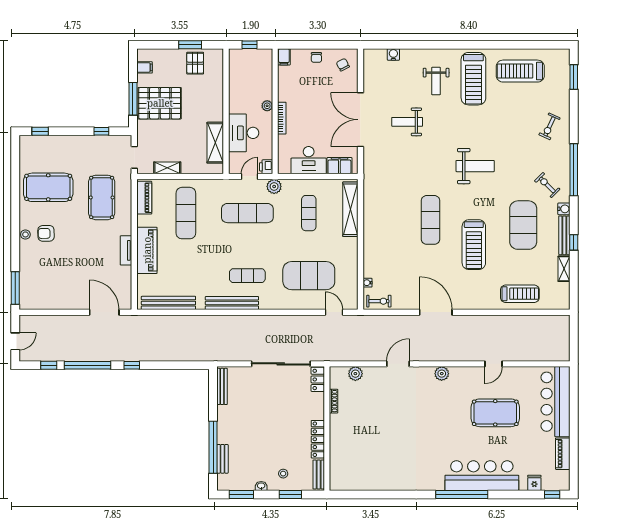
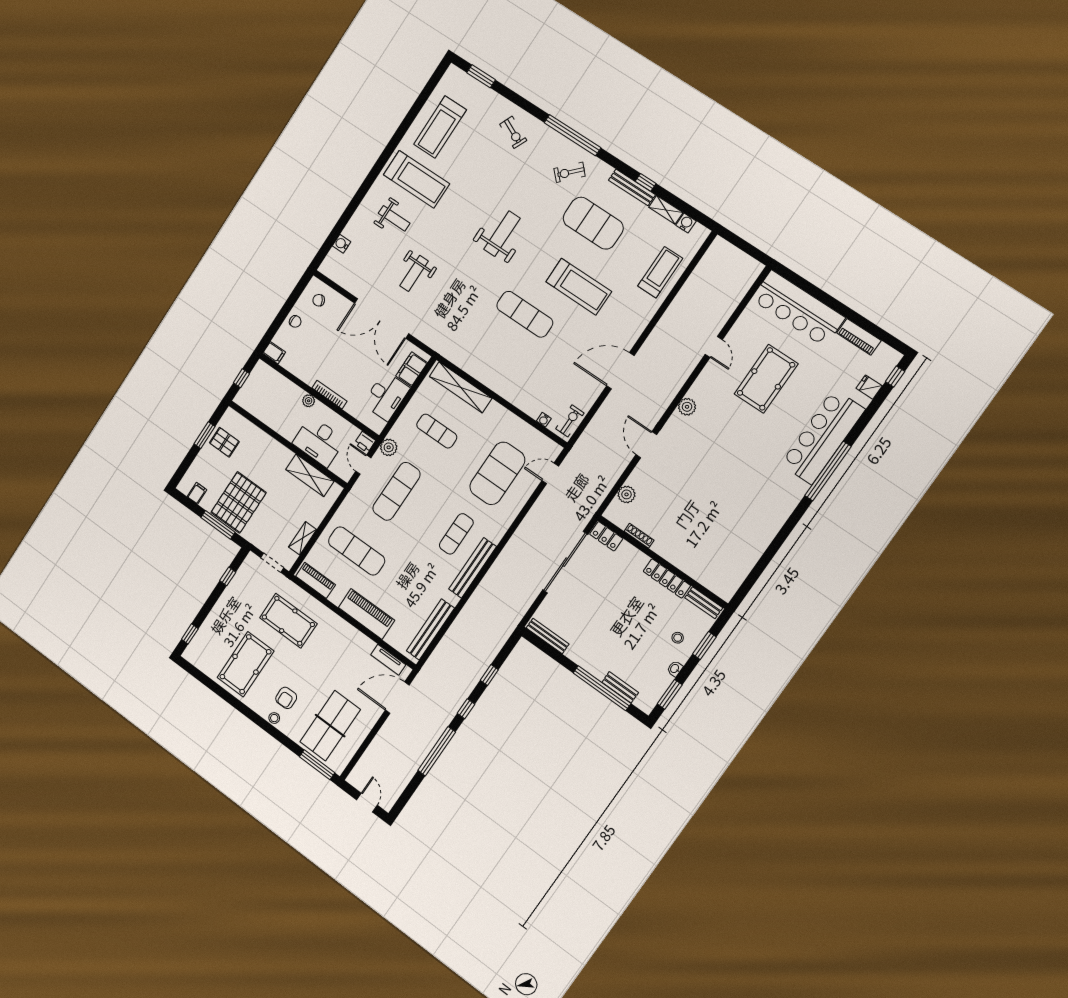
water cooler: (564, 209) -> (686, 223), moved
tv unit: (126, 250) -> (388, 660), moved
table tennis table: (50, 278) -> (330, 726), added
window: (49, 365) -> (489, 675), moved

